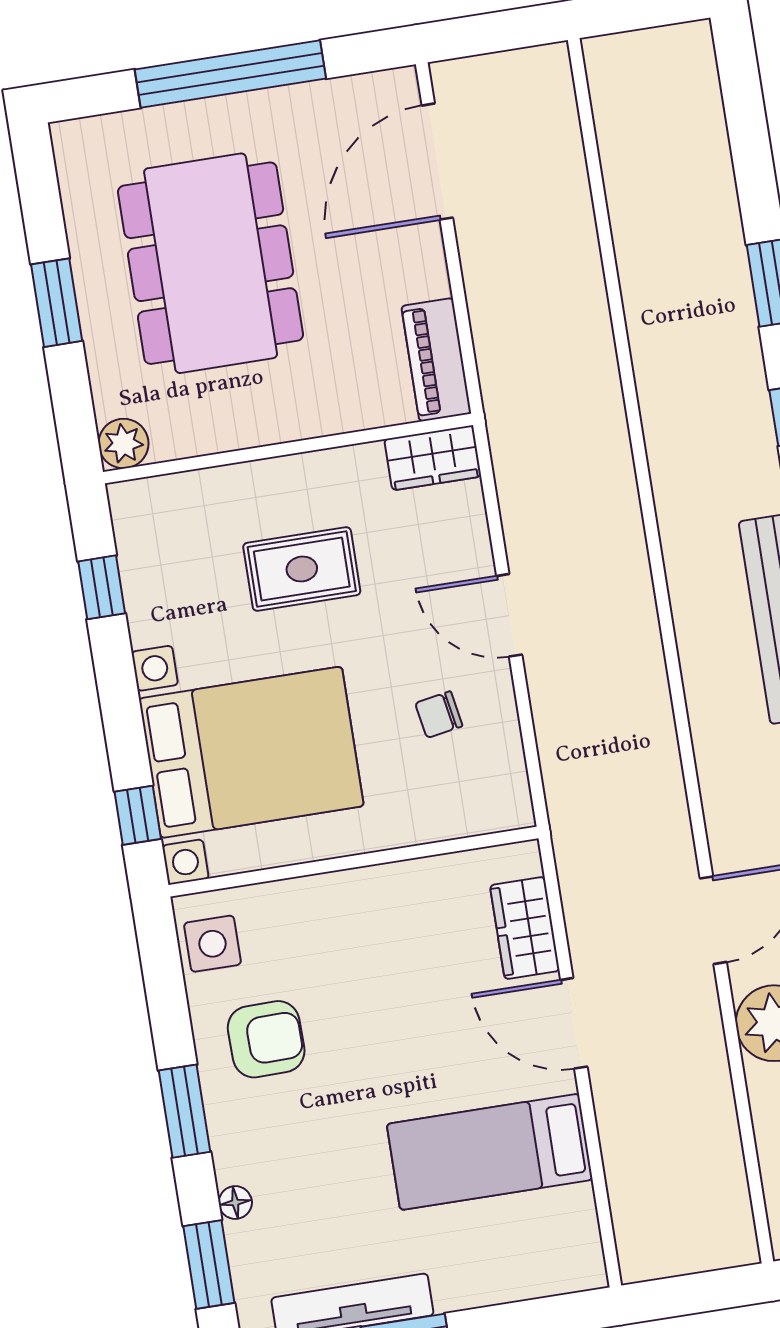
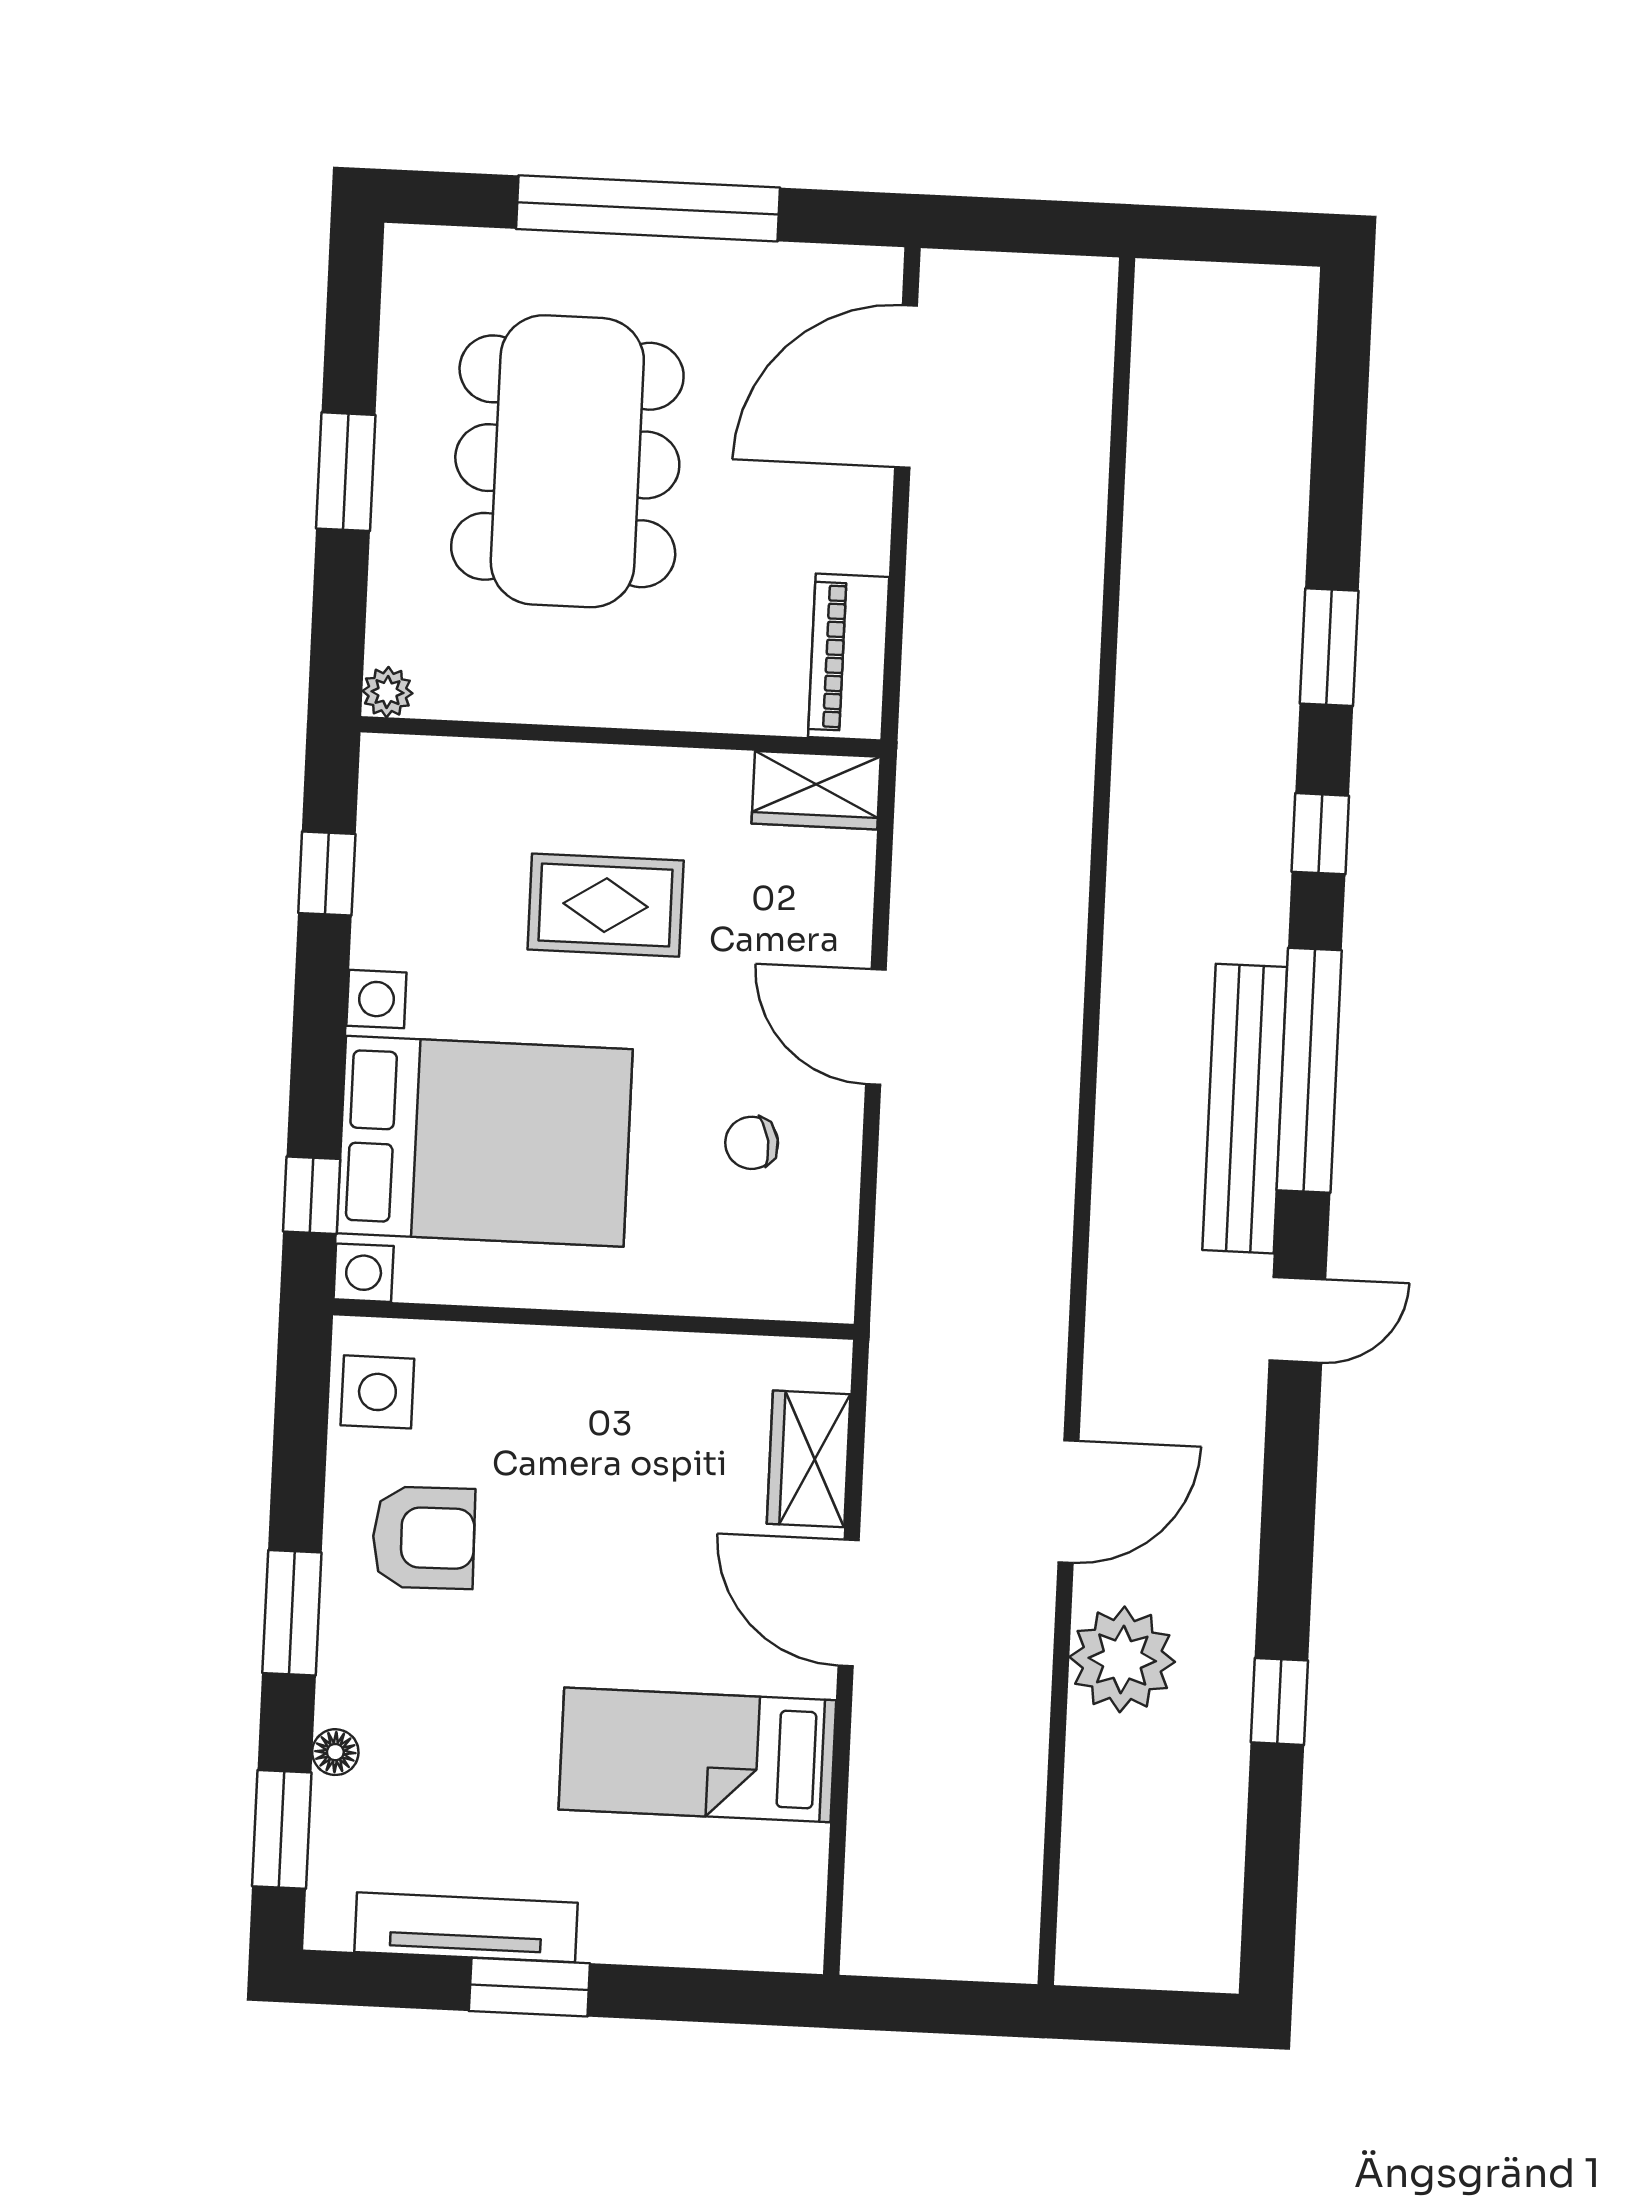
plant: (124, 444) -> (387, 692), width x0.73, depth x0.73

